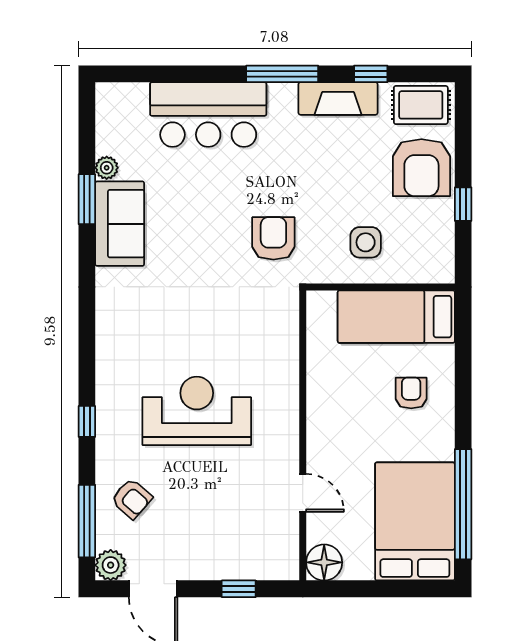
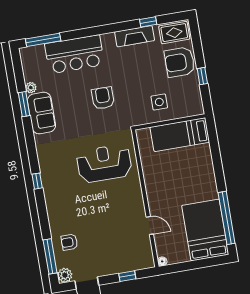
window: (282, 74) -> (43, 40), moved
armchair: (421, 168) -> (180, 62), turned 90
armchair: (273, 238) -> (103, 98), moved
armchair: (411, 393) -> (193, 170), removed
reception desk: (197, 411) -> (104, 163), moved
window: (87, 421) -> (37, 181), moved
armchair: (132, 499) -> (69, 242), turned 139
floor lamp: (324, 562) -> (162, 261), width x0.53, depth x0.53

